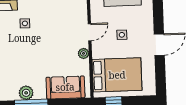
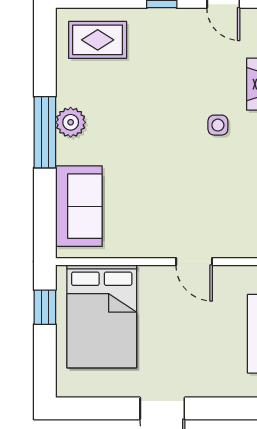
side table: (122, 35) -> (186, 330), removed
plant: (84, 53) -> (150, 247), removed

